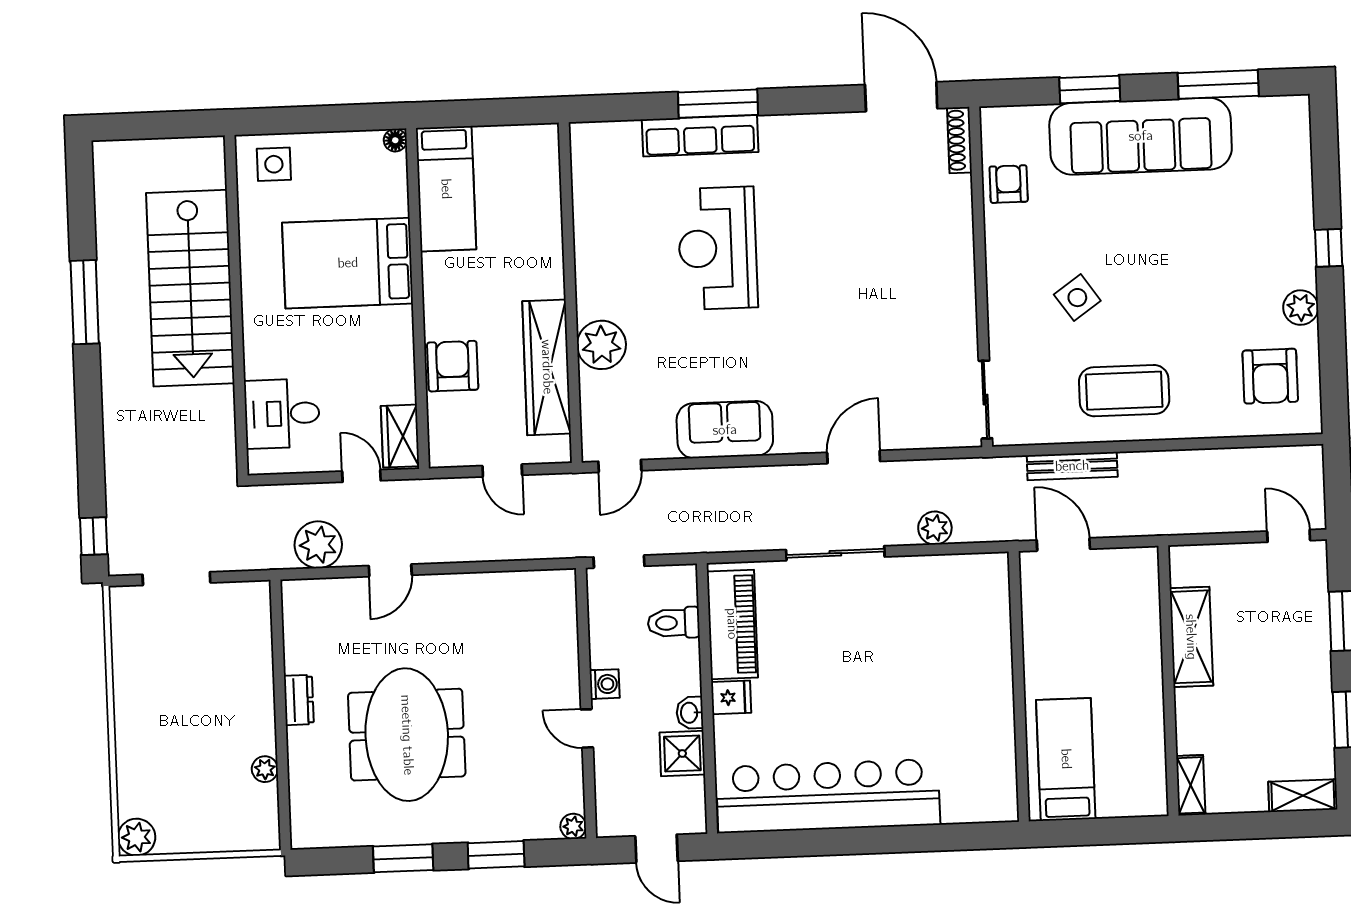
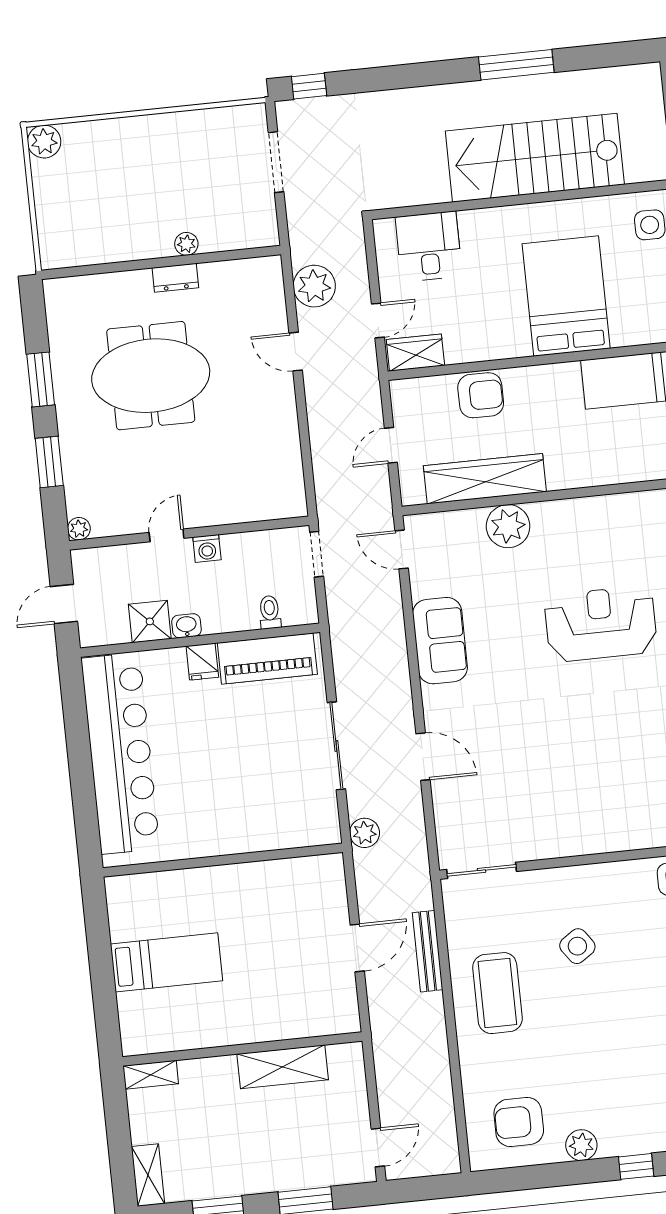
toilet: (674, 623) -> (270, 612), width x0.73, depth x0.72
wall: (1019, 686) -> (223, 860), moved
plant: (265, 769) -> (186, 244), moved

